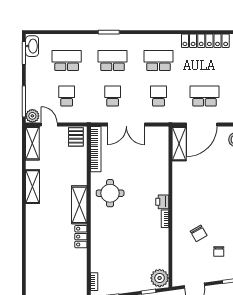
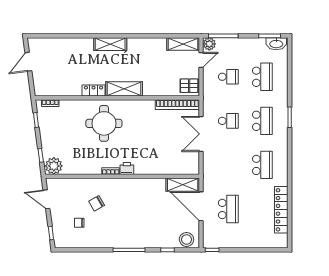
school desk: (159, 96) -> (228, 165), removed
shelving: (33, 187) -> (110, 44), moved
round table: (110, 193) -> (104, 123), moved, width x1.36, depth x1.36

